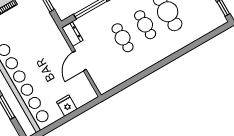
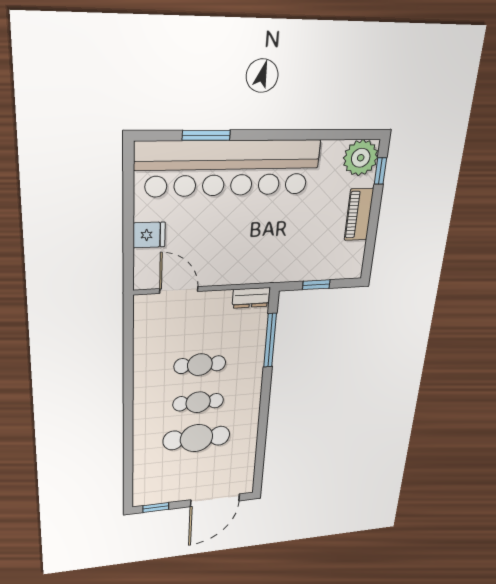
door: (79, 61) -> (179, 290), moved

